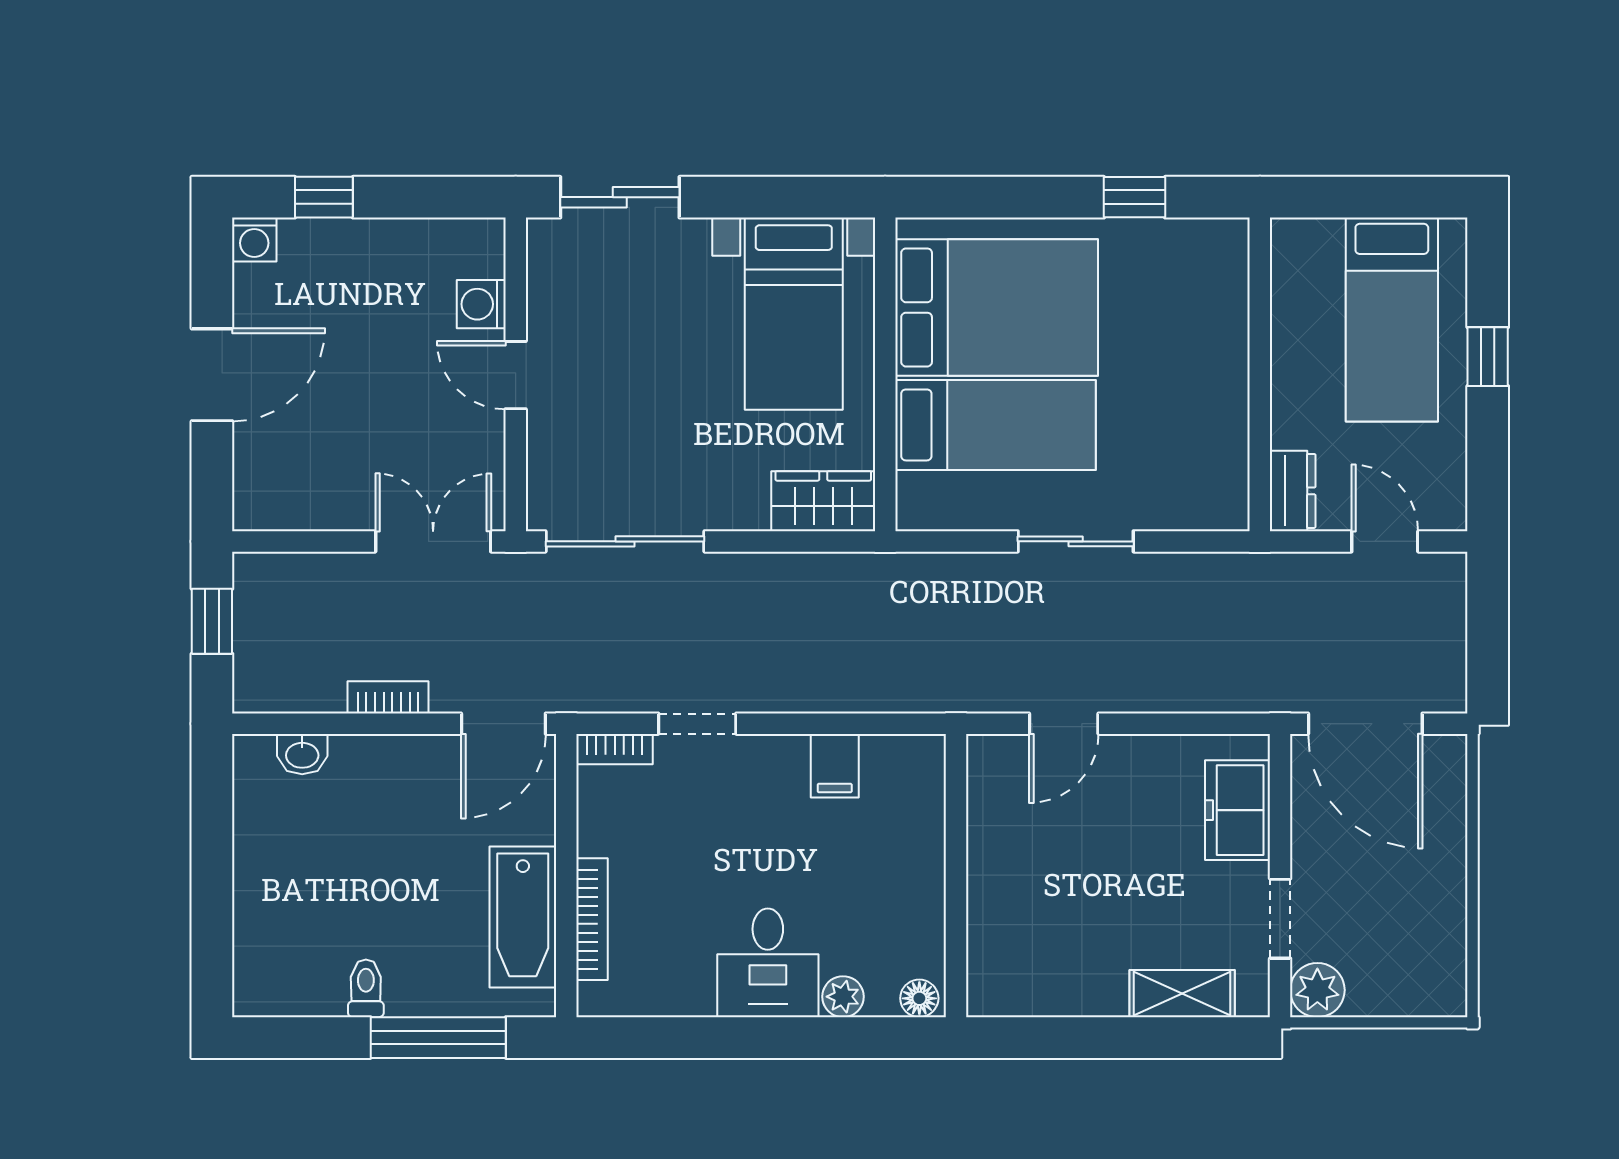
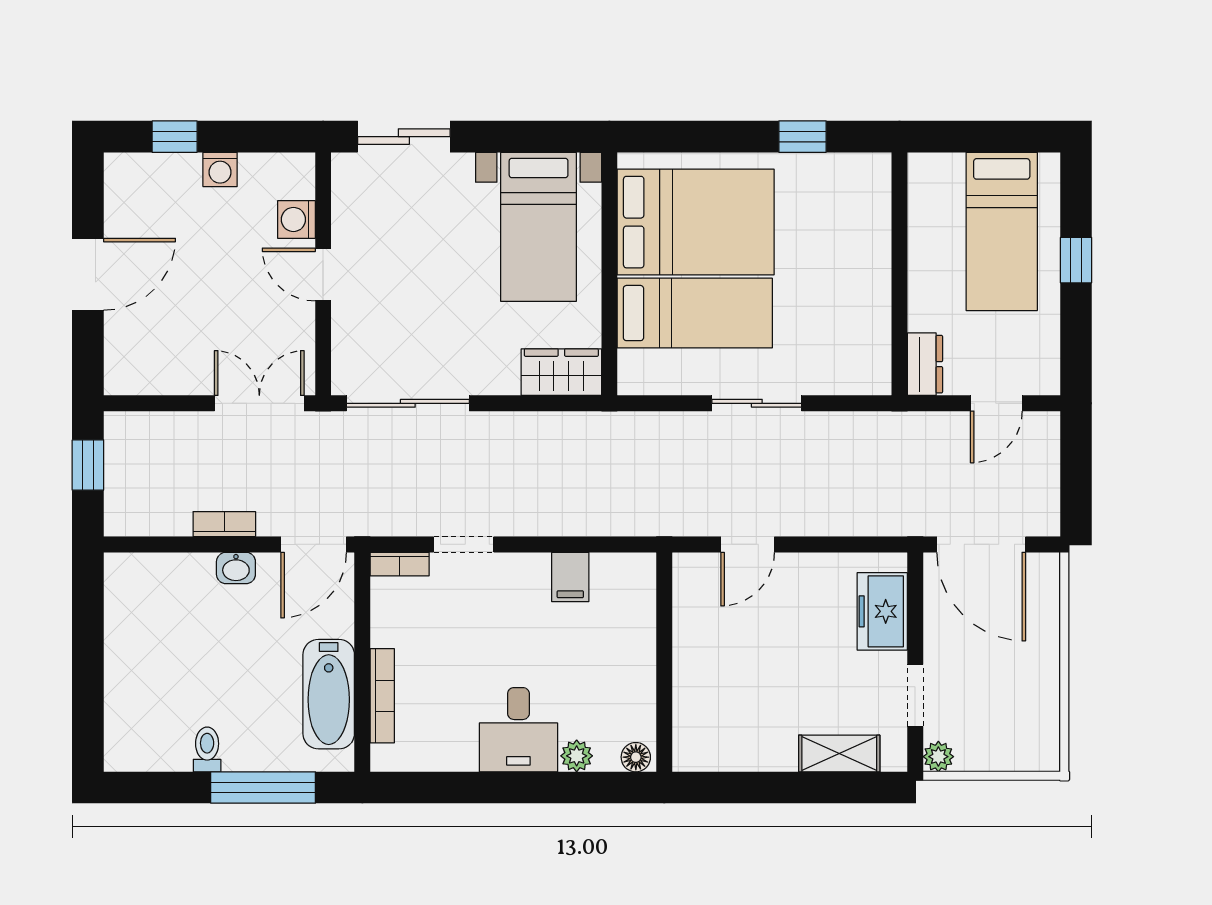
washing machine: (254, 239) -> (220, 169), moved
door: (1385, 541) -> (996, 403), swing flipped
washbasin: (302, 754) -> (236, 568), moved
plant: (1317, 990) -> (938, 757), width x0.73, depth x0.73

